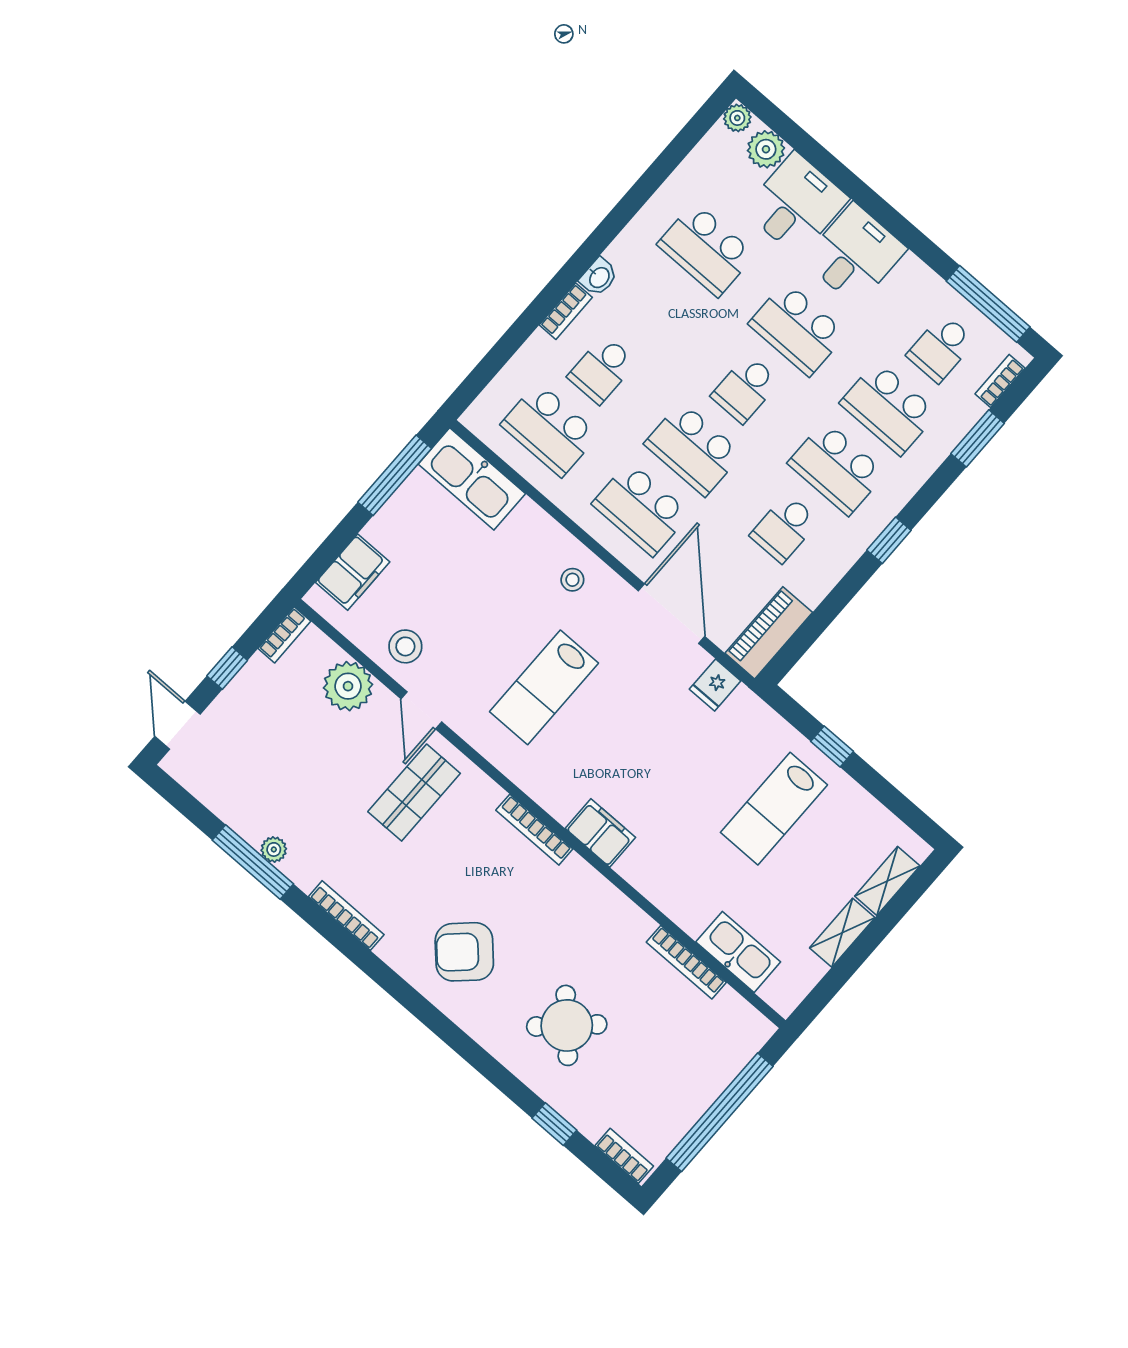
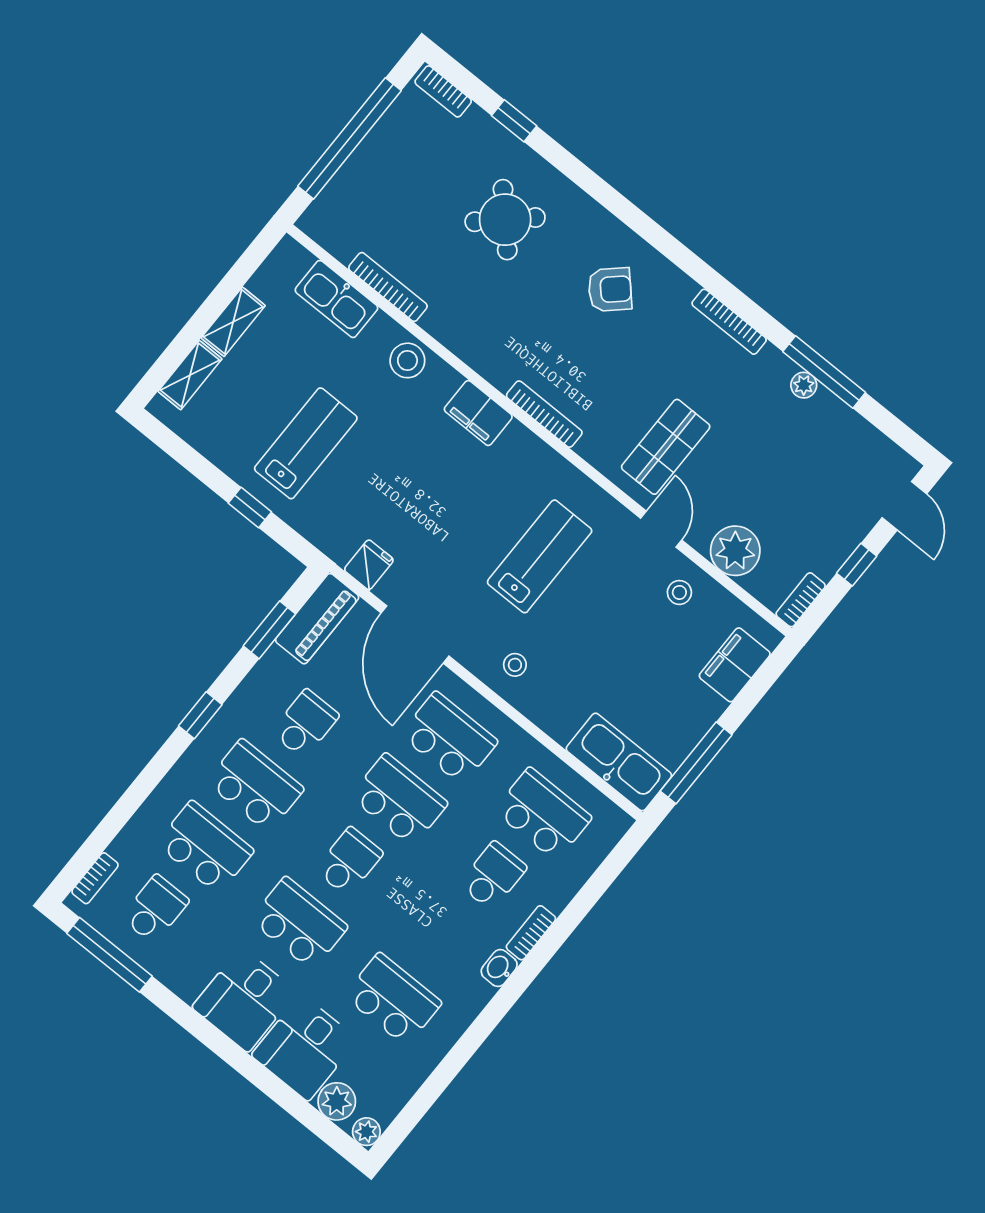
window: (978, 438) -> (269, 630), moved
stool: (405, 646) -> (679, 592), width x0.73, depth x0.73
stool: (669, 888) -> (407, 360), added
armchair: (464, 952) -> (610, 290), width x0.72, depth x0.72

